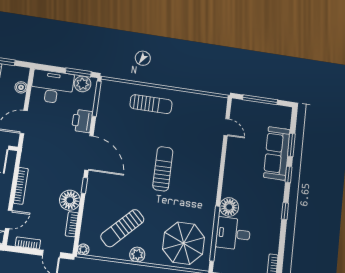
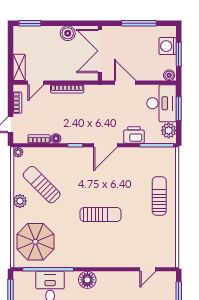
window: (78, 72) -> (179, 109), moved
boiler: (21, 87) -> (169, 75), moved
sun lounger: (151, 104) -> (159, 196), turned 180
door: (89, 153) -> (105, 145), width x0.73
floor lamp: (70, 200) -> (56, 138), width x0.53, depth x0.53
floor lamp: (229, 207) -> (87, 280), moved
door: (9, 219) -> (36, 83), hinge flipped

